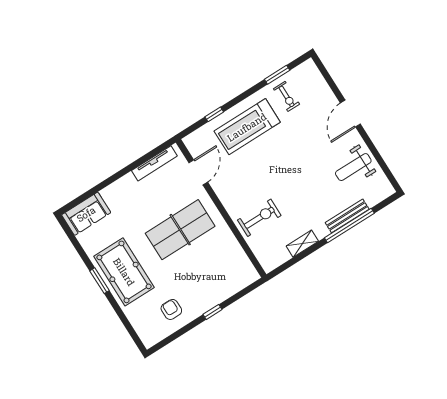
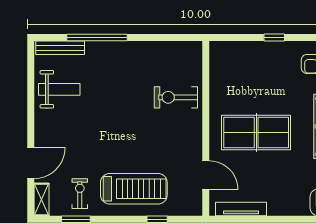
door: (350, 114) -> (31, 163), moved
door: (198, 172) -> (206, 175), swing flipped
bench: (347, 216) -> (60, 48), moved
shelving: (302, 244) -> (42, 200), moved, turned 90

